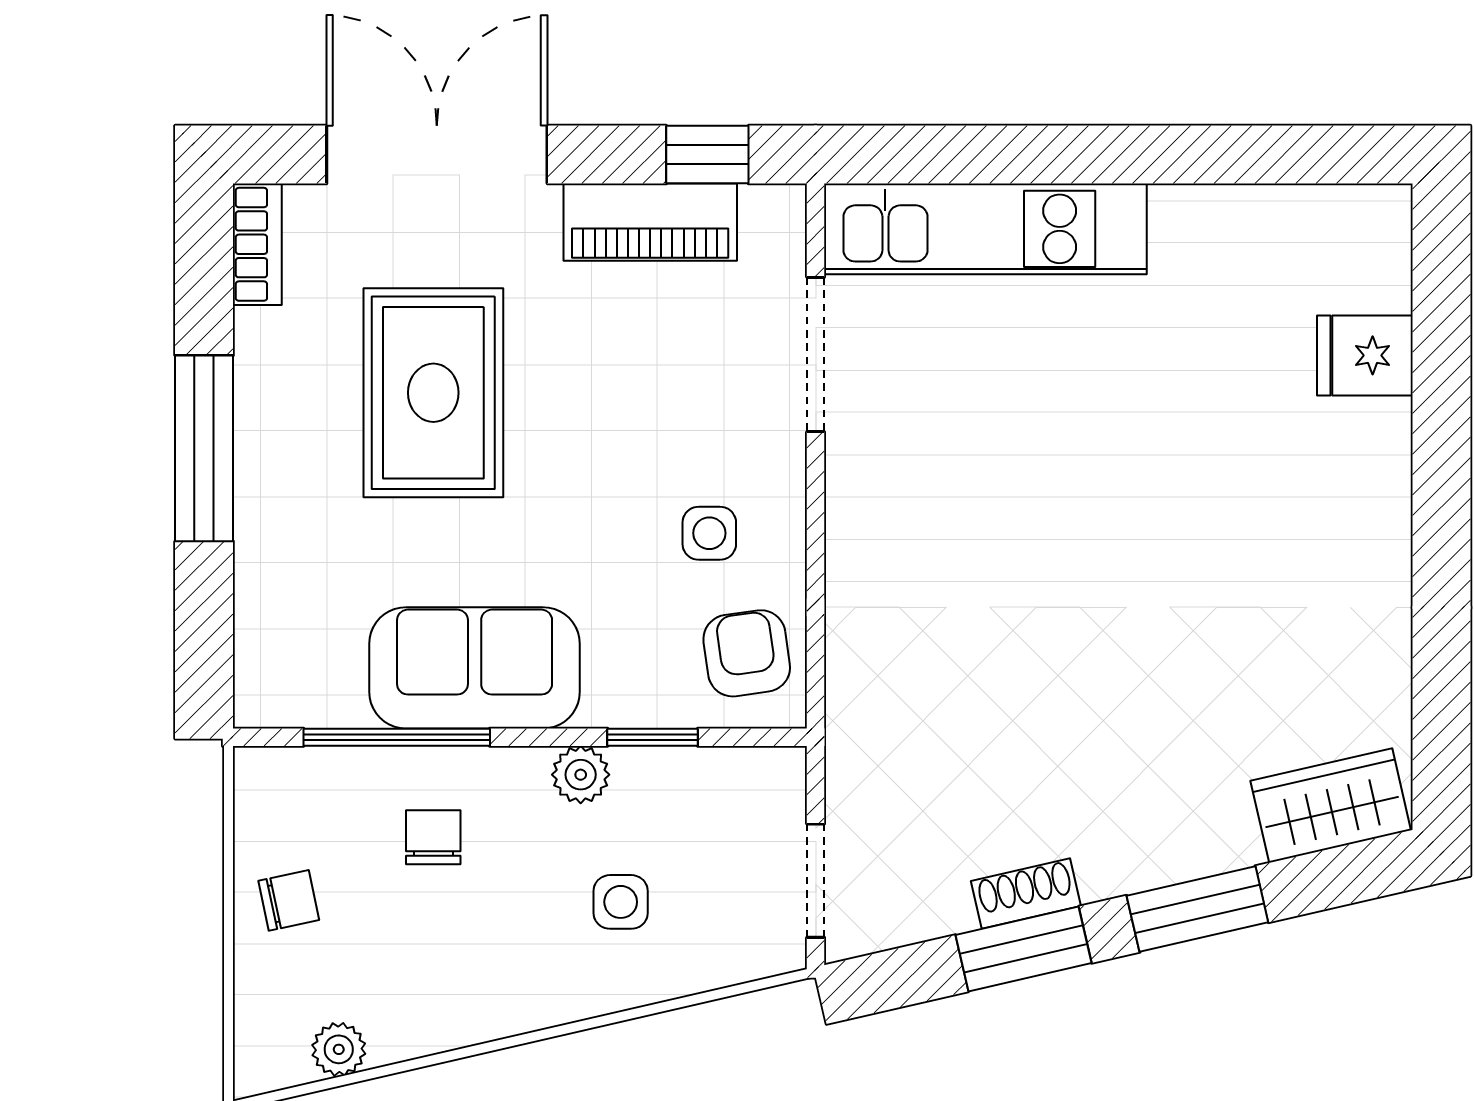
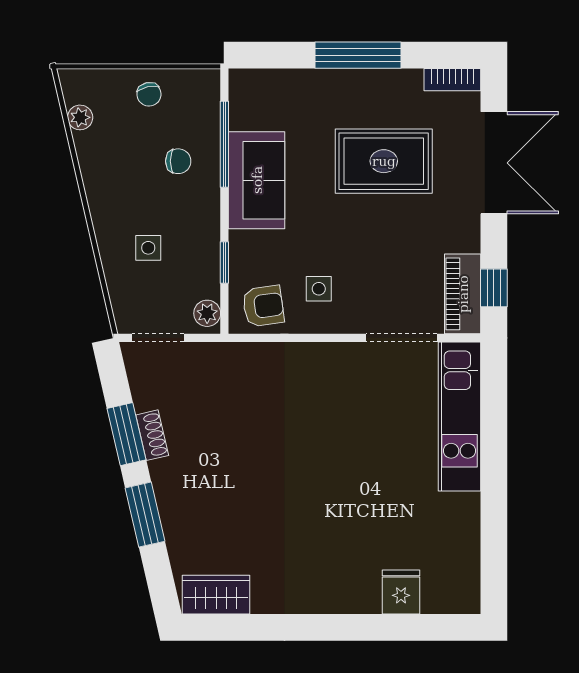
piano: (650, 222) -> (463, 294), moved
plant: (581, 775) -> (207, 313), moved
wardrobe: (1331, 806) -> (216, 595), moved, turned -77

